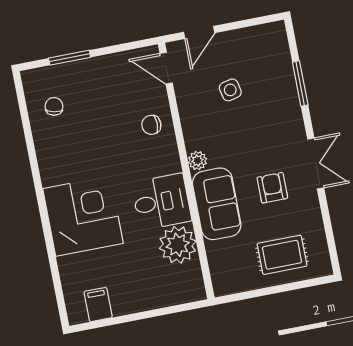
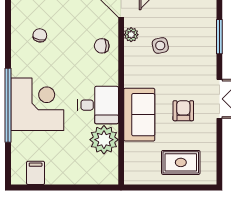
side table: (230, 90) -> (160, 46), moved
chair: (54, 106) -> (40, 35), moved
plant: (198, 161) -> (131, 35), moved
window: (46, 224) -> (8, 105), added

